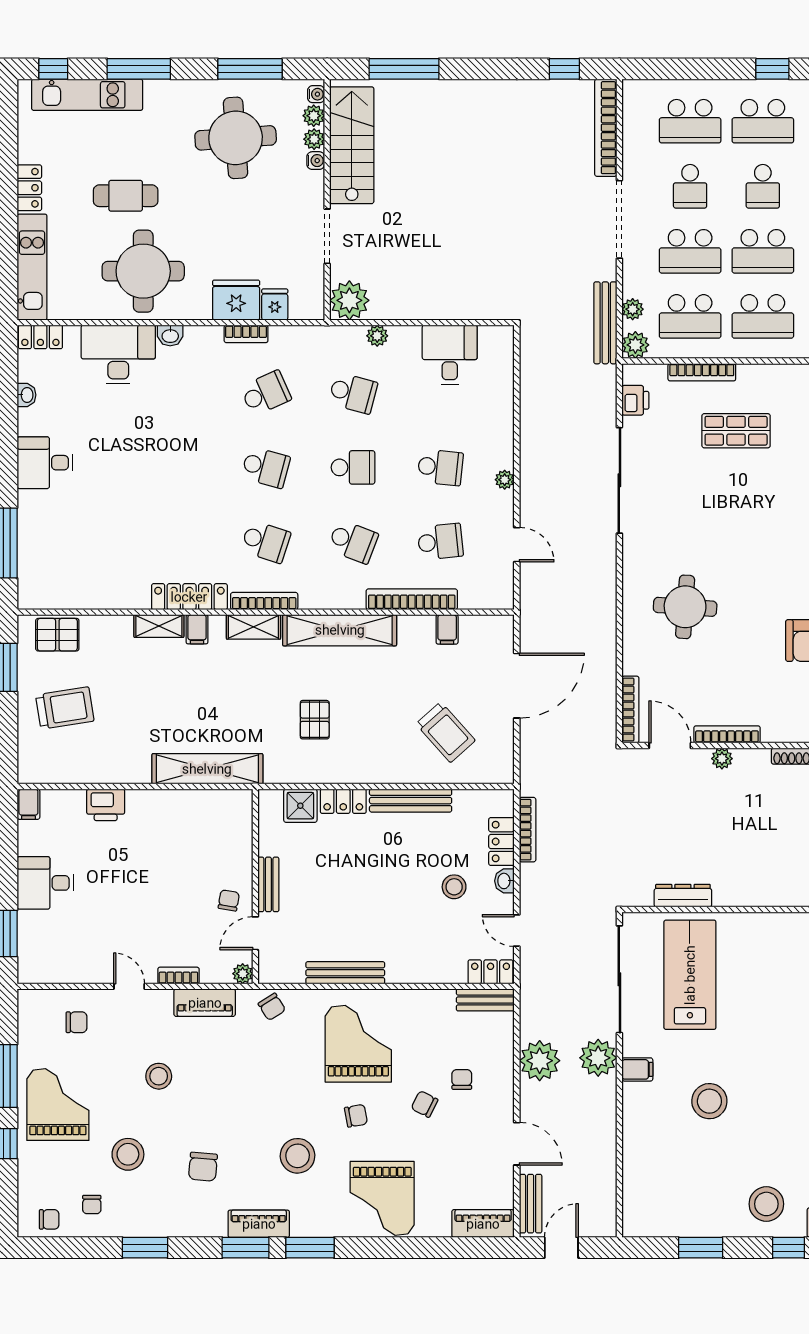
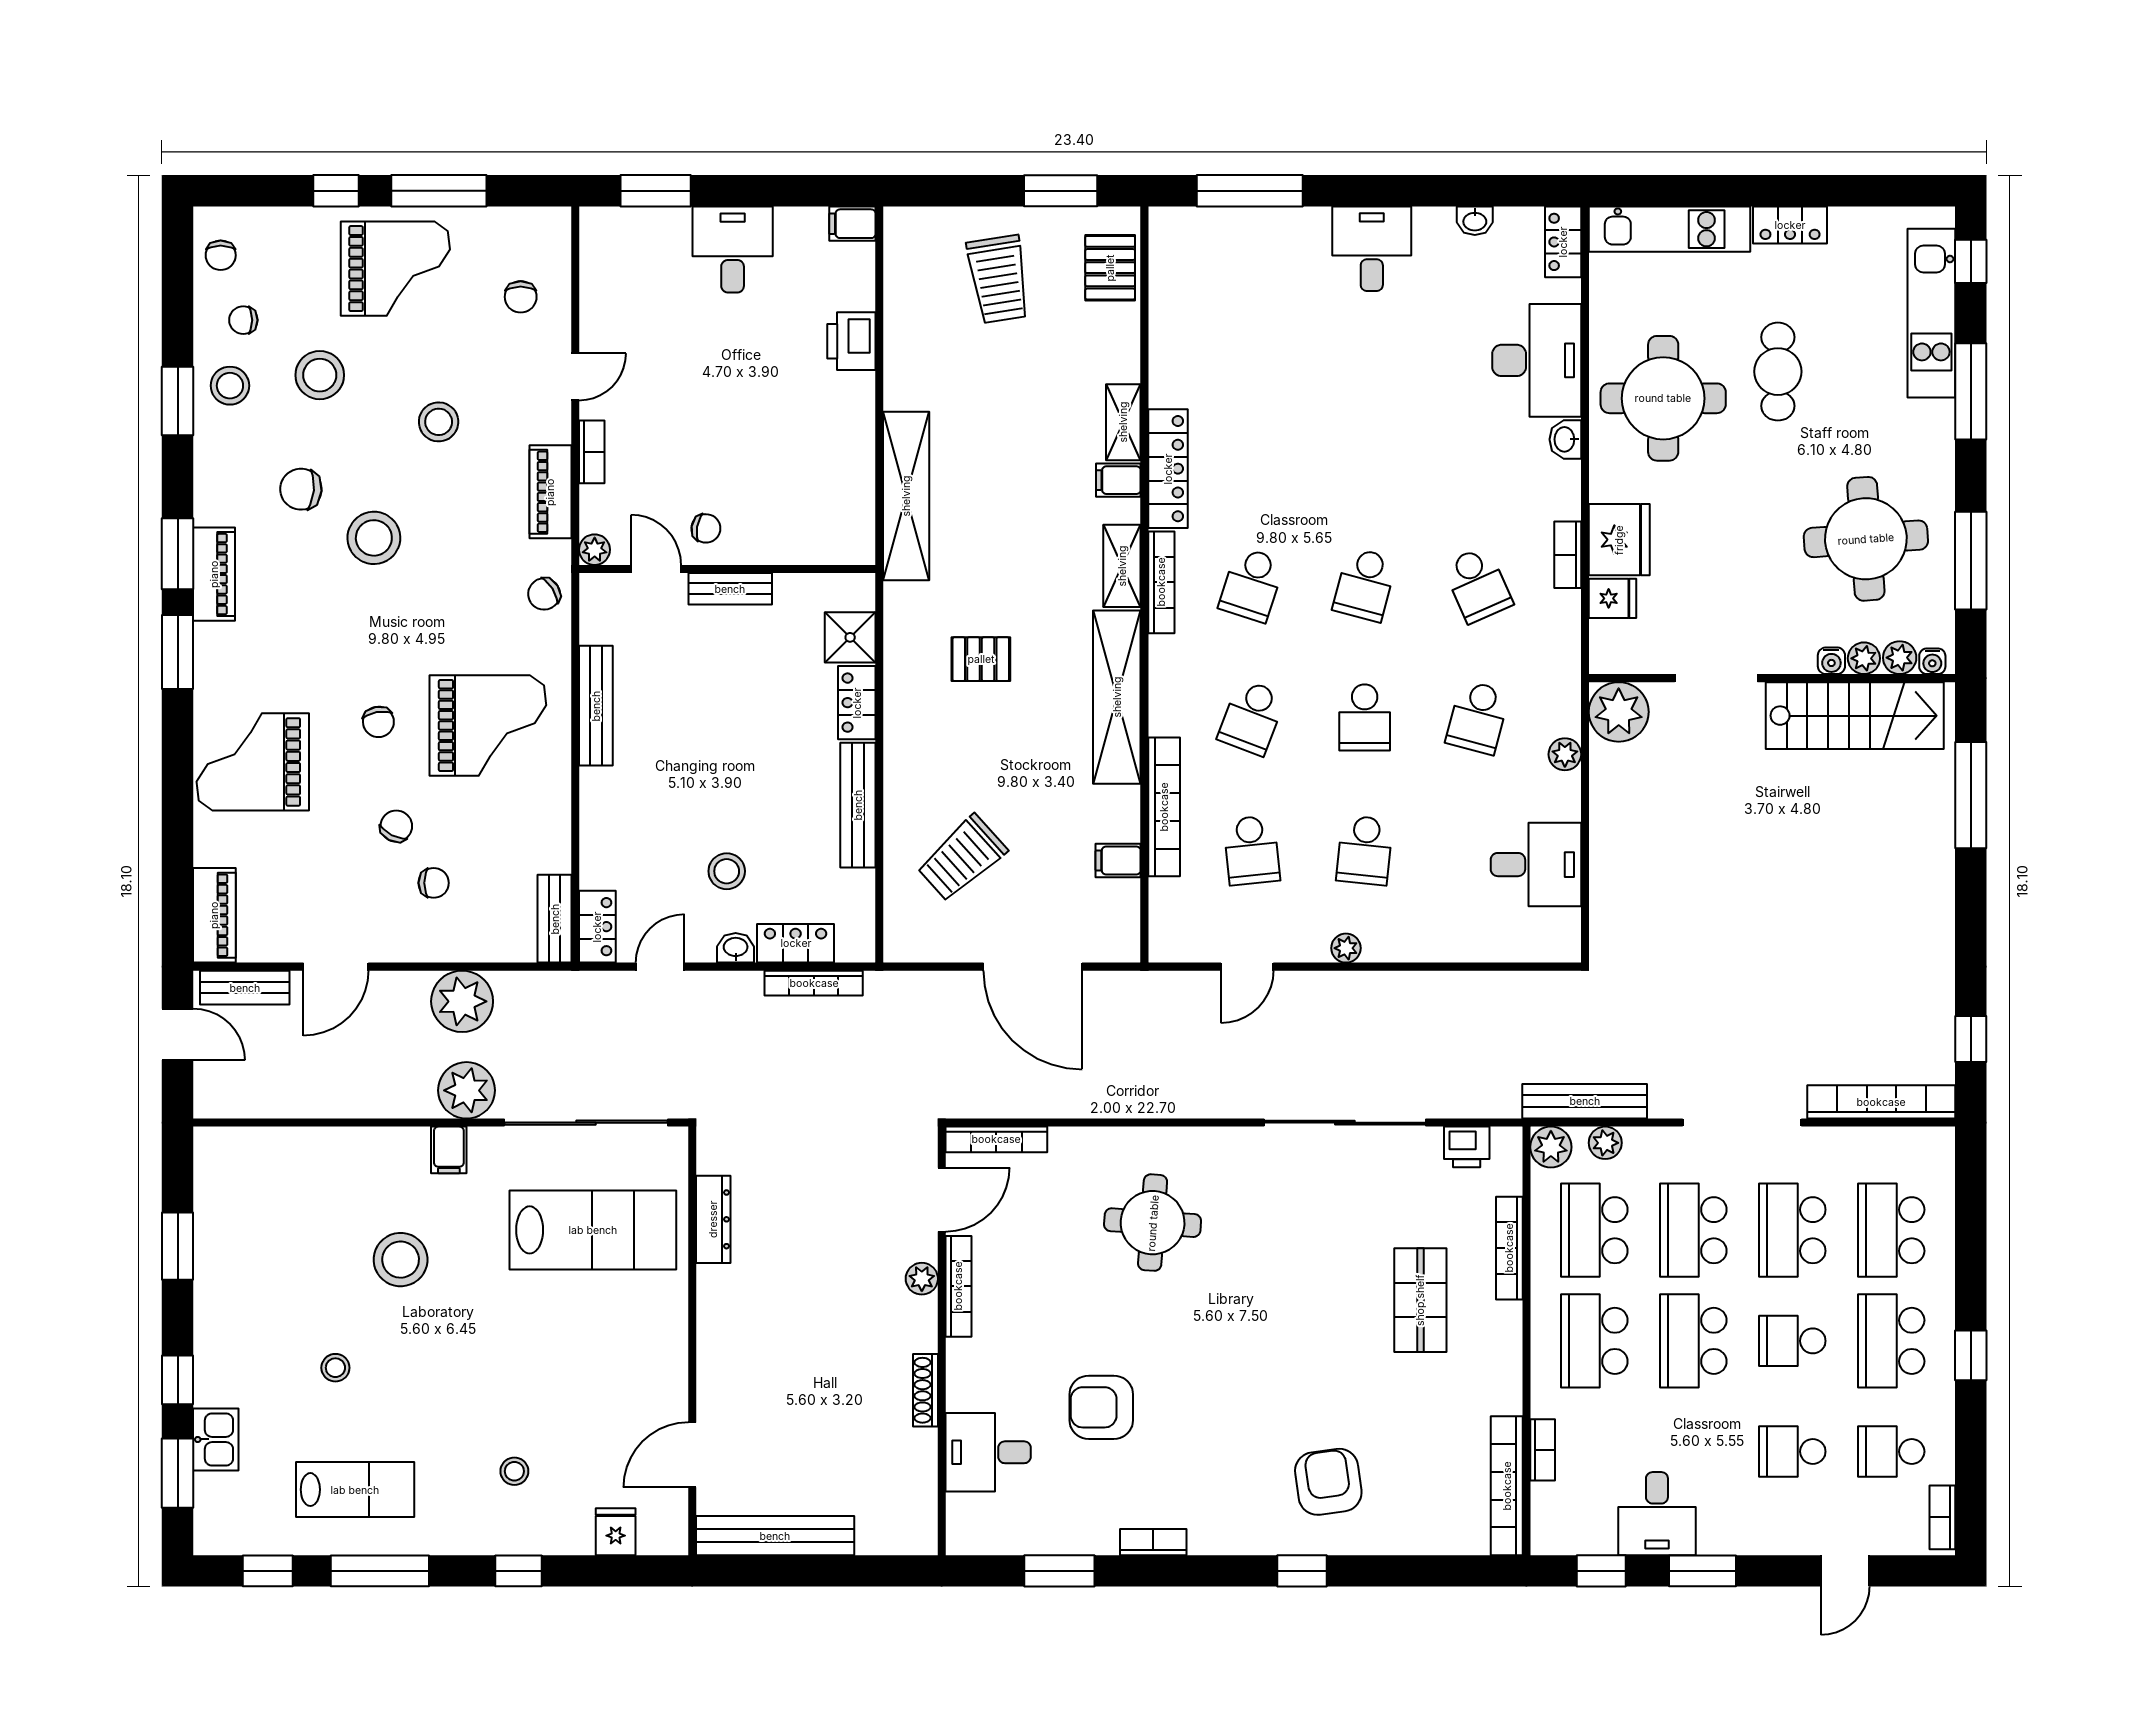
school desk: (690, 186) -> (1792, 1230), width x1.85
stool: (298, 1156) -> (374, 538), moved
stool: (766, 1204) -> (335, 1368), moved, width x0.53, depth x0.53
stool: (135, 1213) -> (230, 386), added

